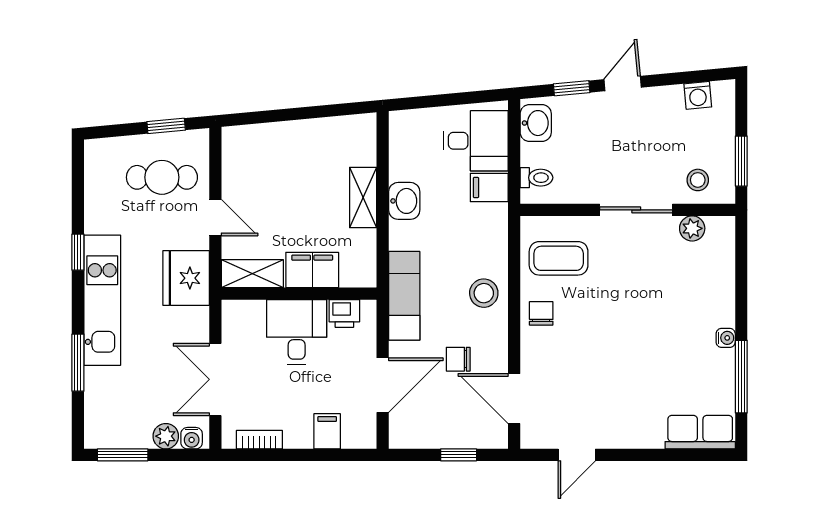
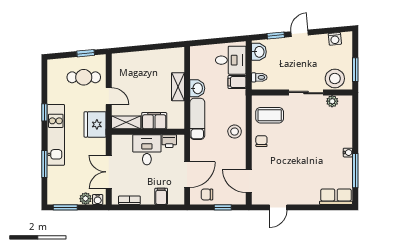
stool: (698, 180) -> (335, 79), width x1.89, depth x1.89
exam couch: (404, 296) -> (197, 119), moved
chair: (458, 359) -> (207, 194), moved

